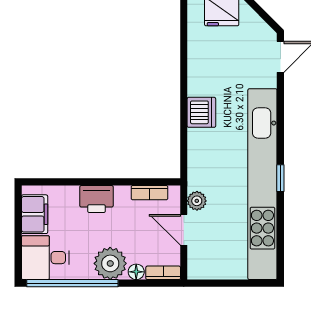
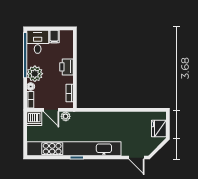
dishwasher: (201, 112) -> (34, 119), moved
filing cabinet: (35, 214) -> (54, 36), width x0.50
door: (184, 230) -> (51, 110), swing flipped

